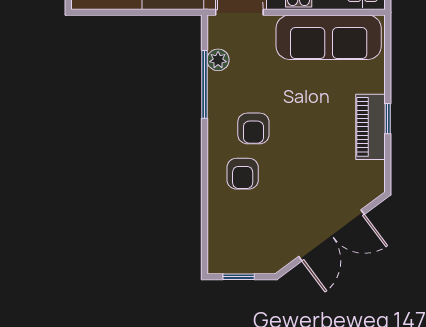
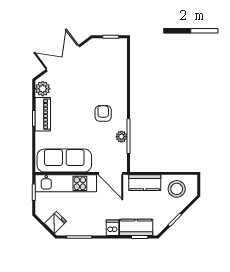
plant: (218, 60) -> (121, 137), moved
armchair: (243, 174) -> (109, 90), removed
plant: (371, 176) -> (43, 89), added

